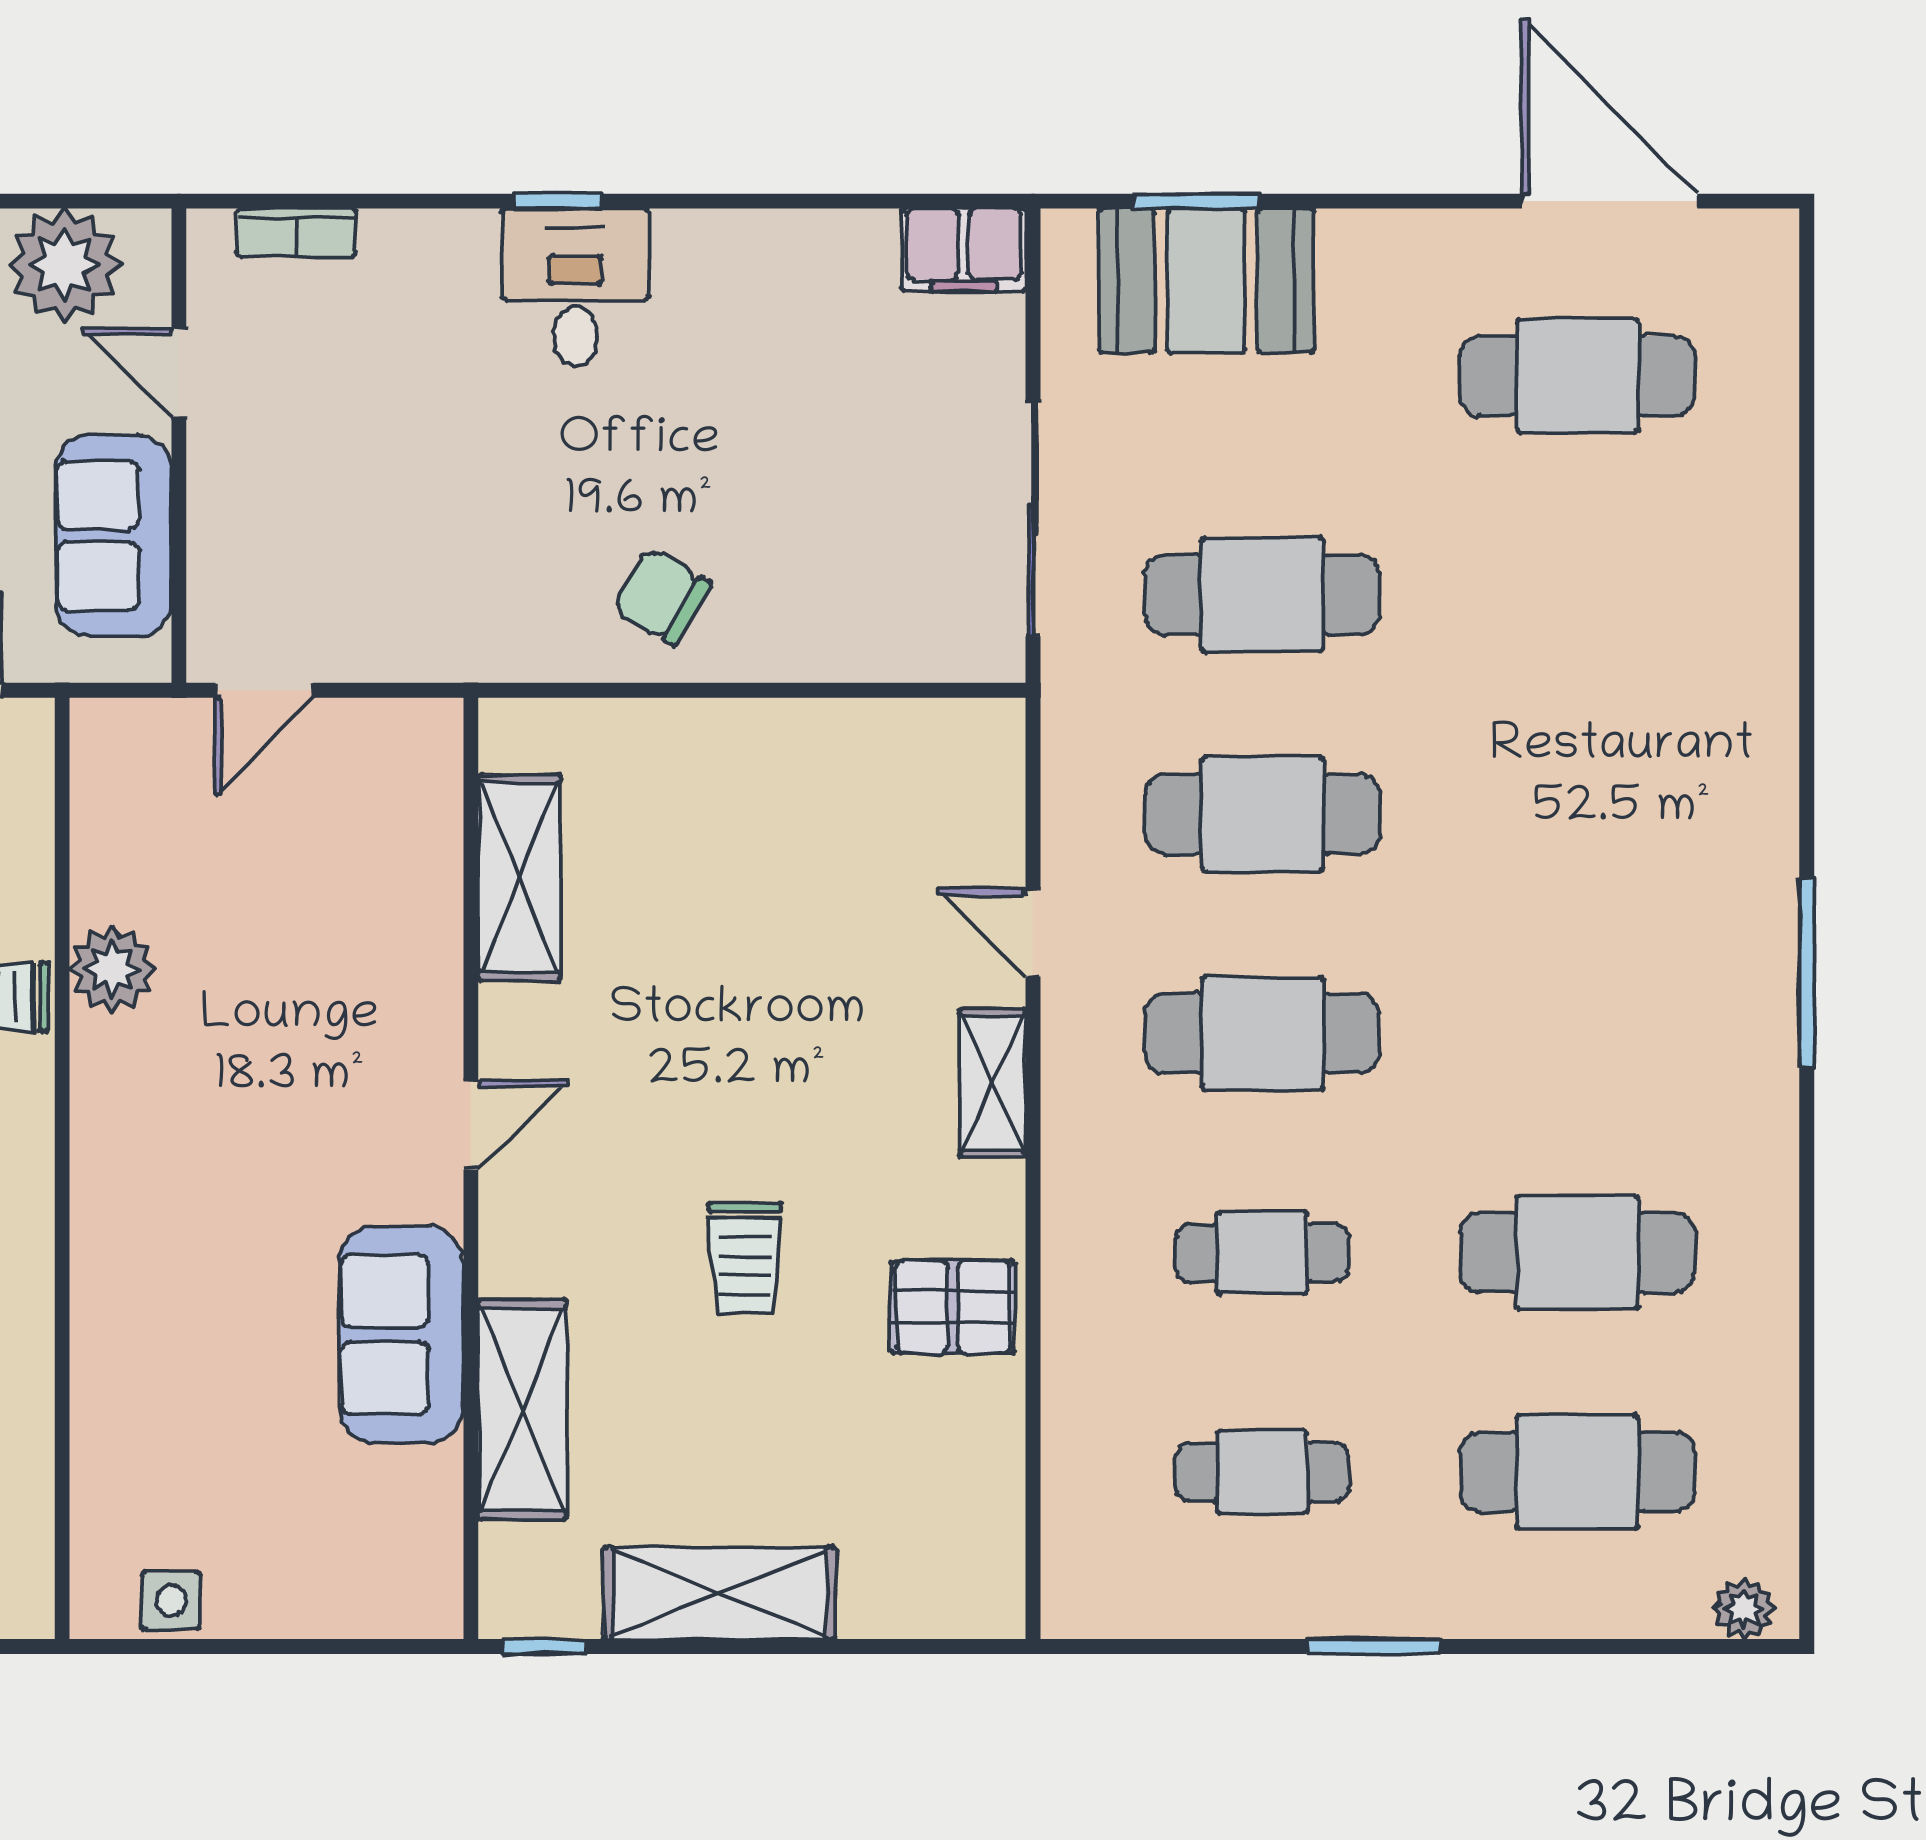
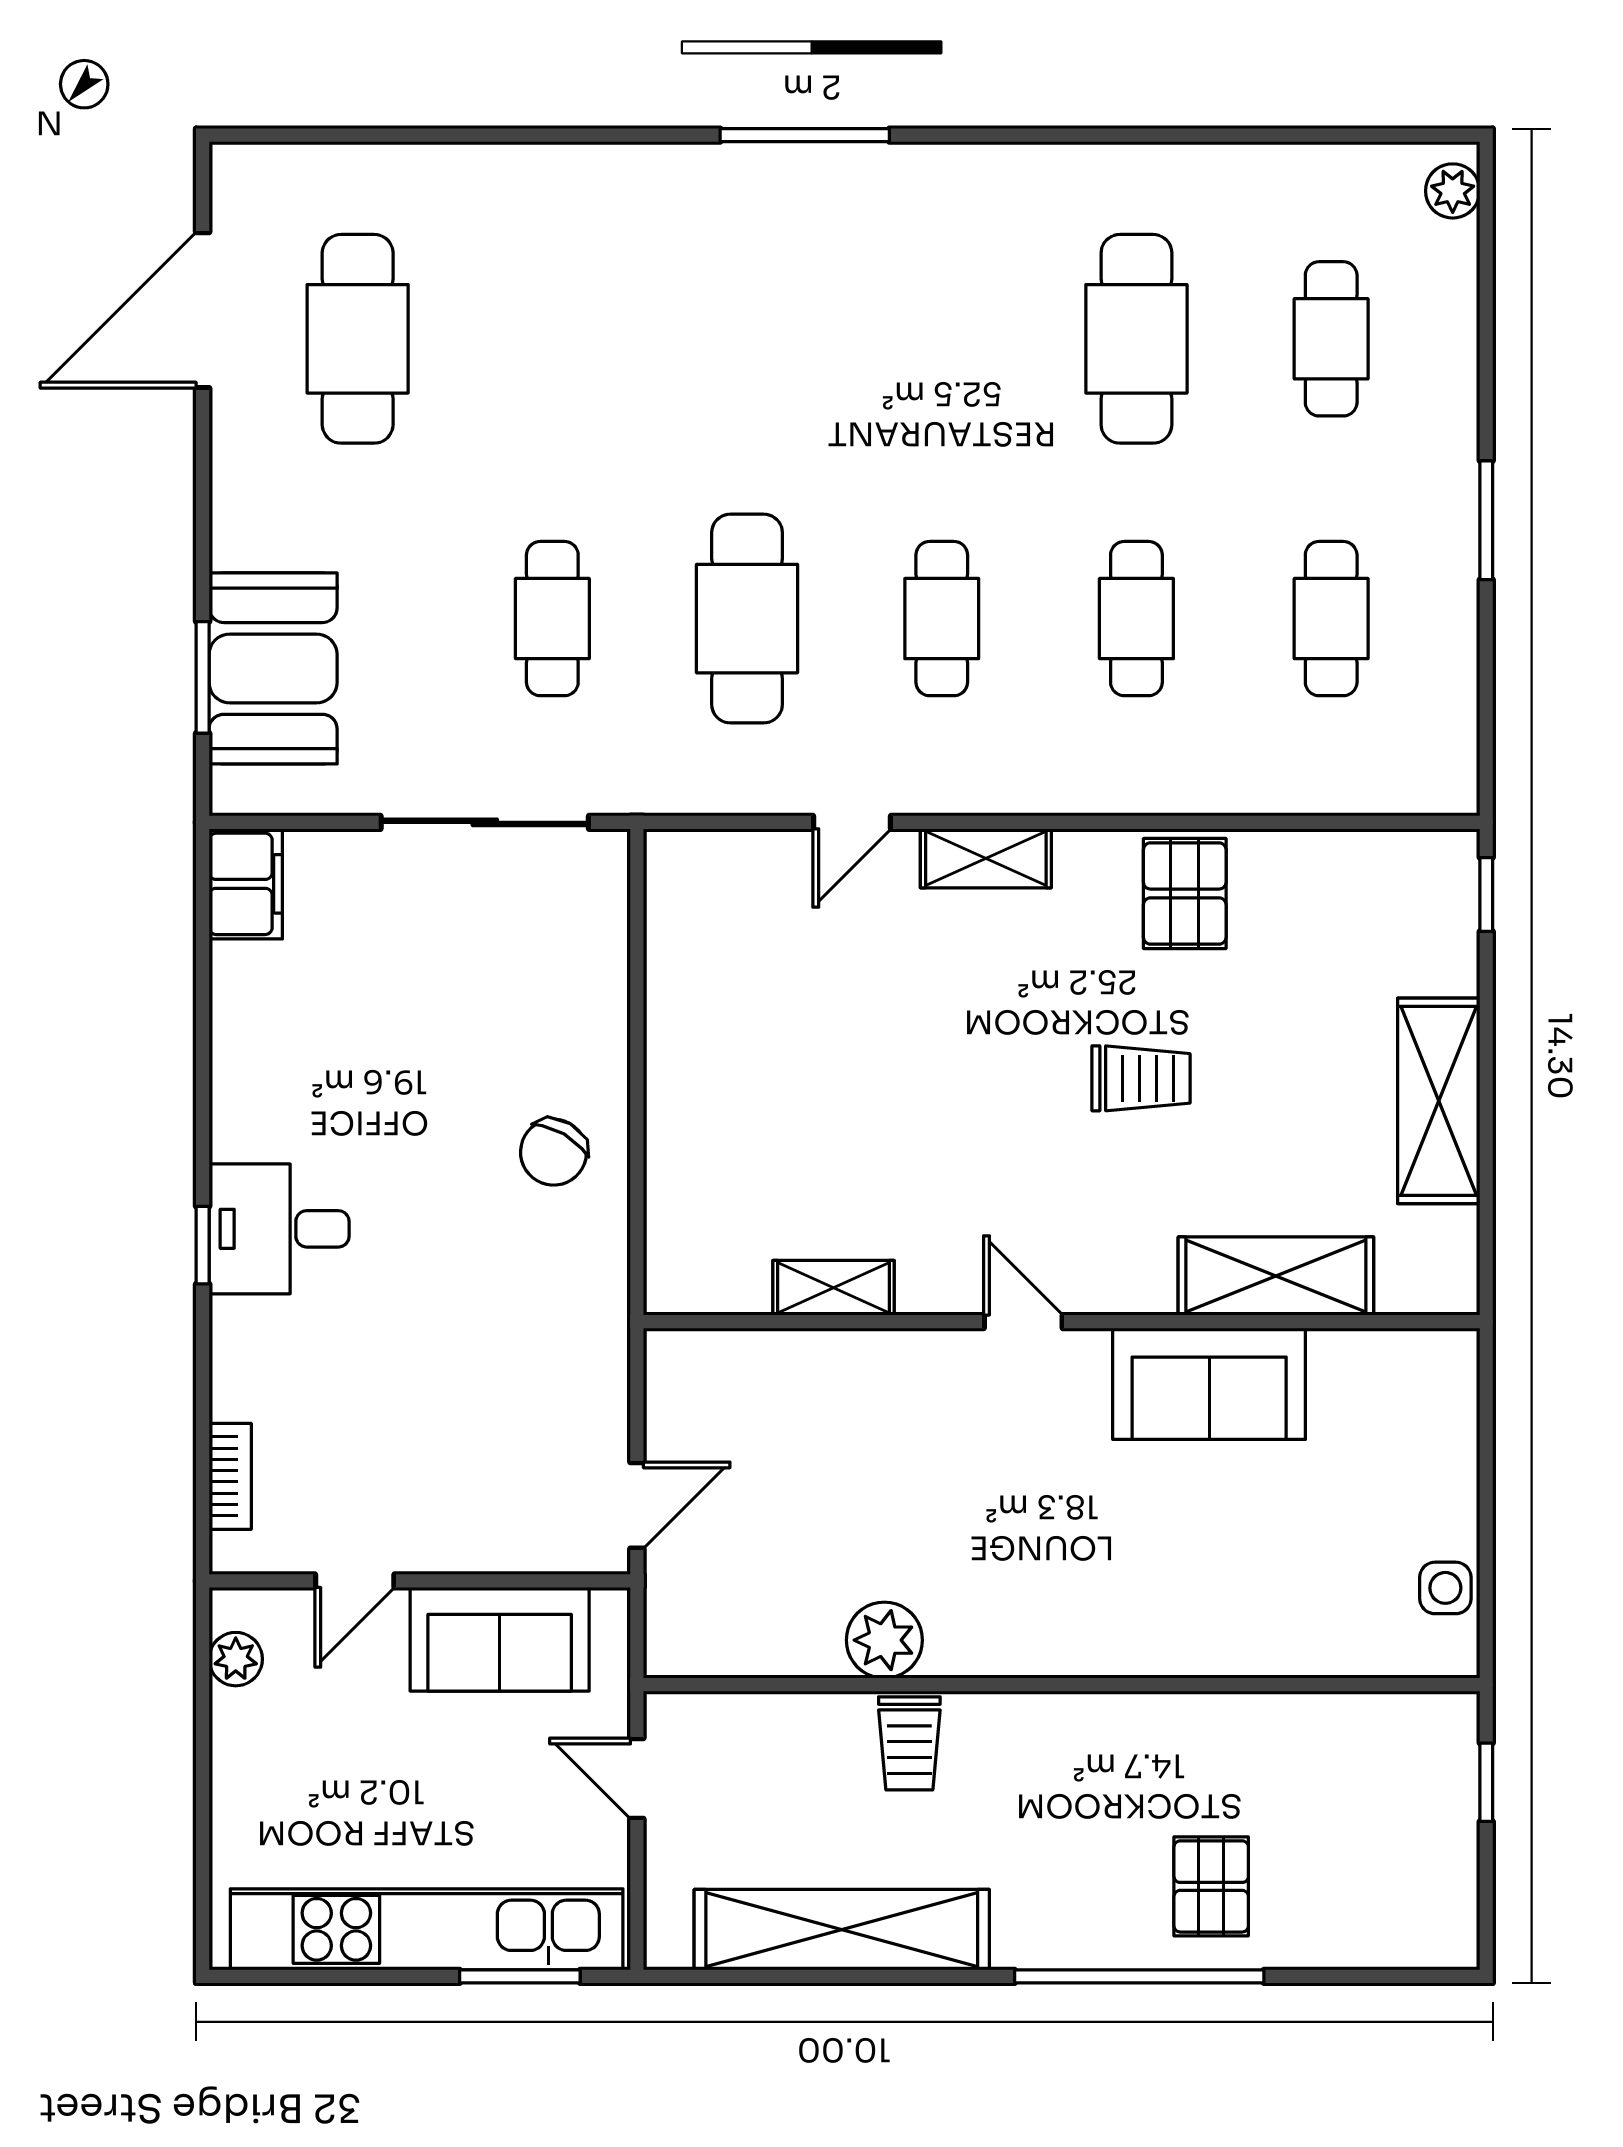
plant: (65, 265) -> (236, 1659), width x0.53, depth x0.53
cafe table: (1262, 595) -> (552, 619), width x0.73, depth x0.74
door: (264, 690) -> (637, 1505), hinge flipped
shelving: (519, 877) -> (833, 1288), width x0.67, depth x0.75
window: (1807, 973) -> (805, 135), moved
cafe table: (1262, 1033) -> (942, 619), width x0.73, depth x0.74
cafe table: (1577, 1472) -> (1331, 339), width x0.73, depth x0.74
window: (544, 1646) -> (1486, 894), moved

